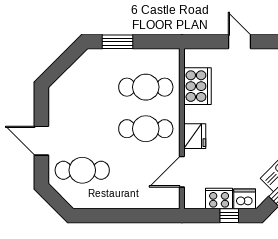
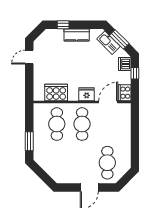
door: (239, 42) -> (29, 57), moved
door: (182, 172) -> (108, 102), swing flipped
cooker: (219, 199) -> (125, 93), moved

